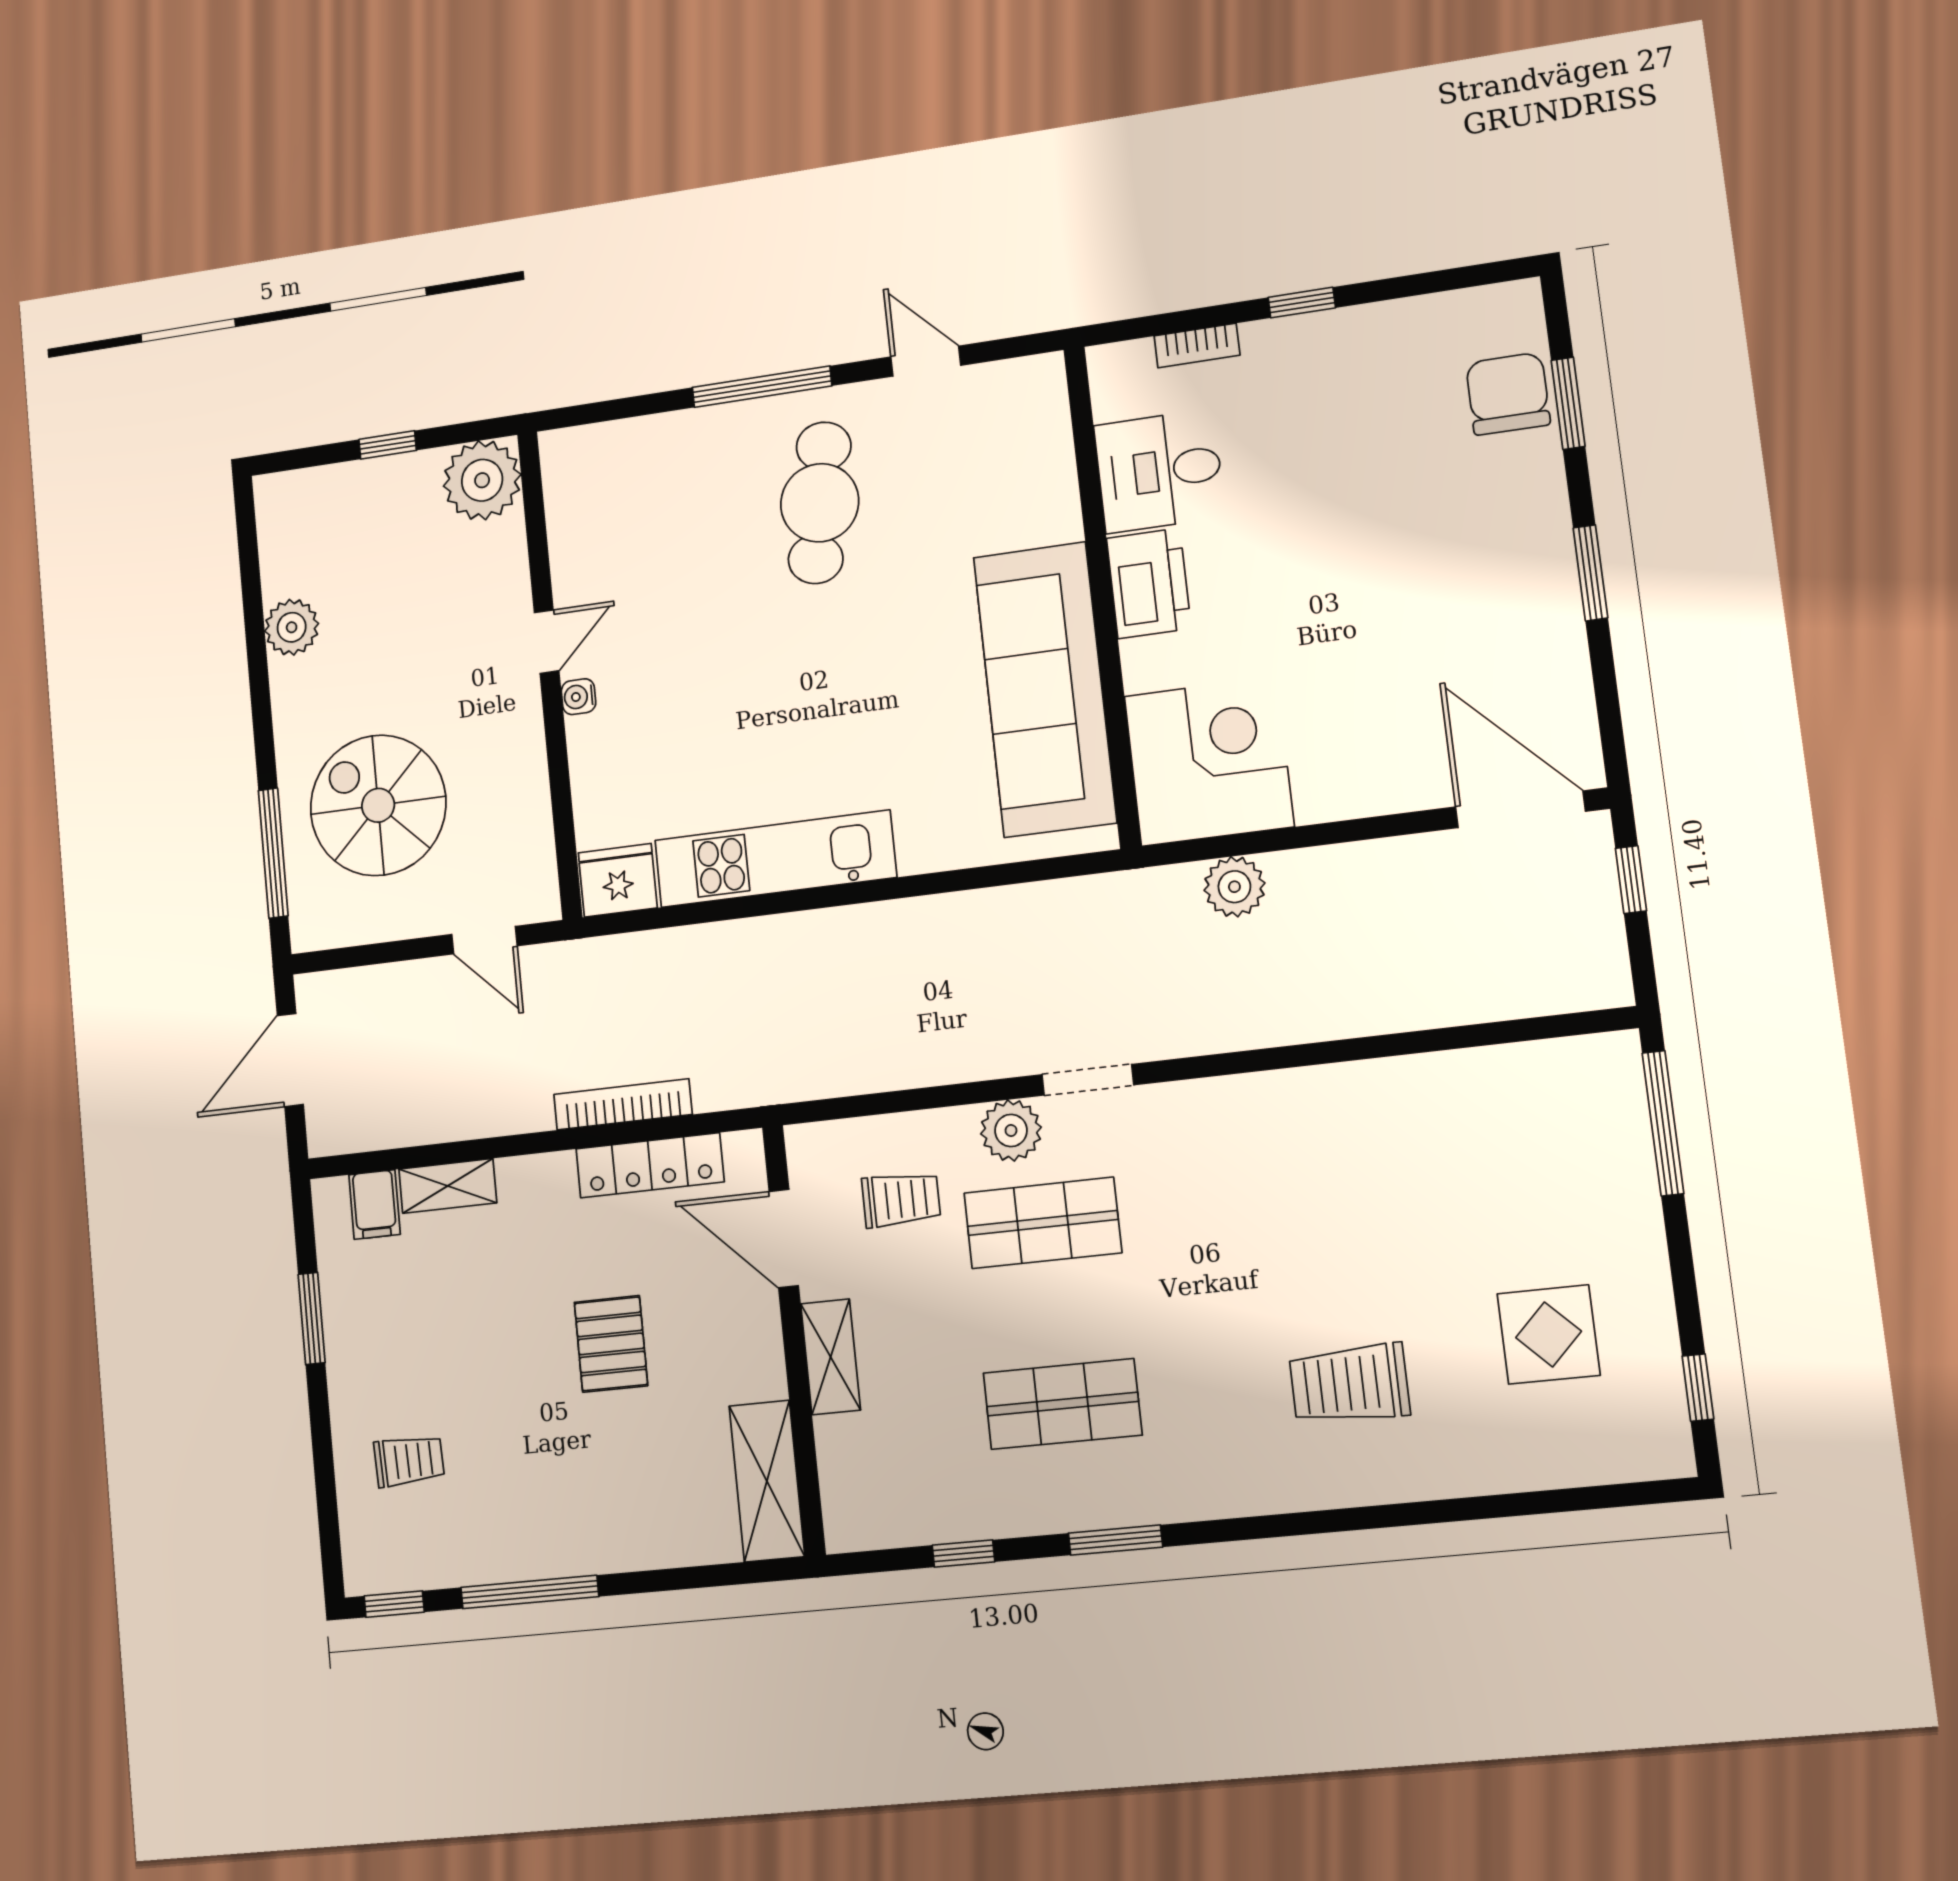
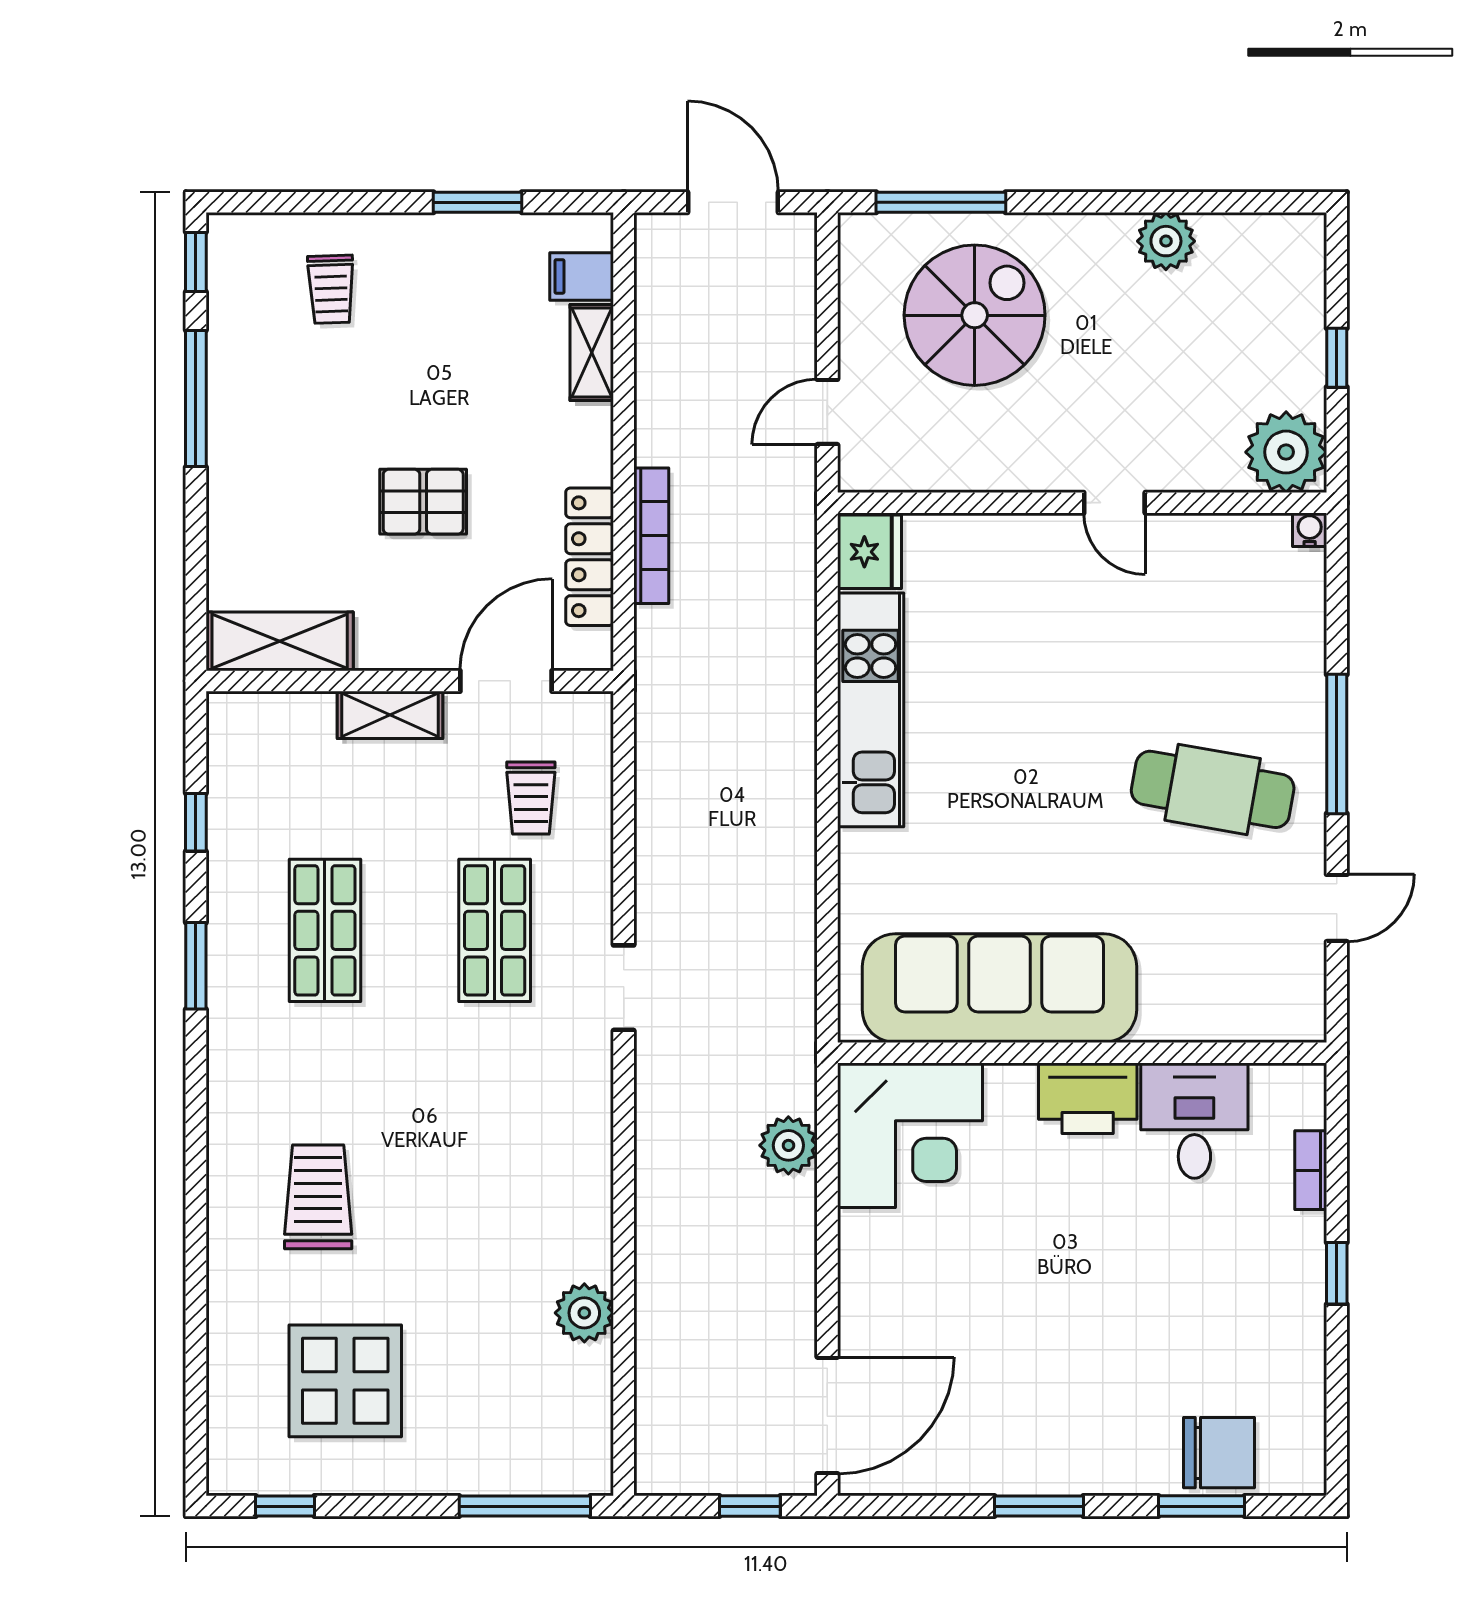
water cooler: (579, 697) -> (1310, 530), moved
plant: (1011, 1130) -> (584, 1313), moved
display table: (1549, 1334) -> (345, 1381), width x1.36, depth x1.36

